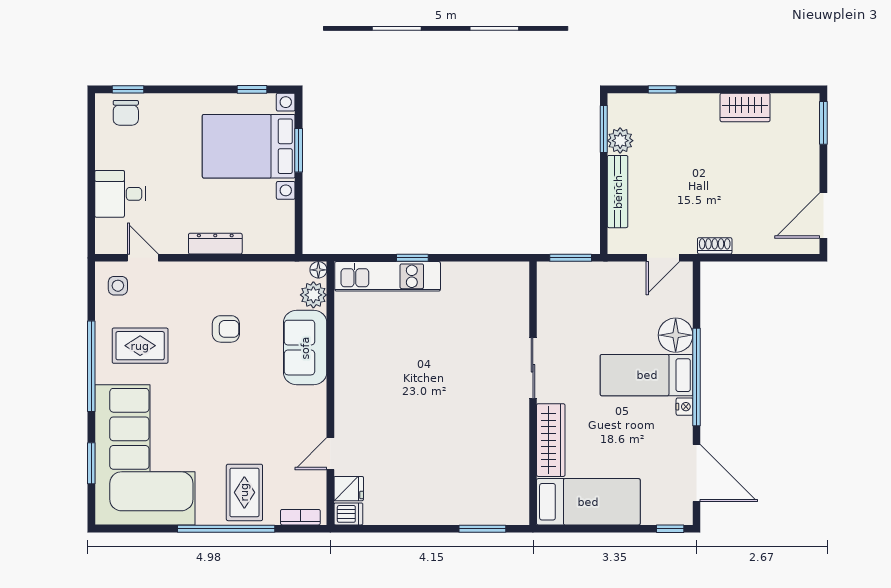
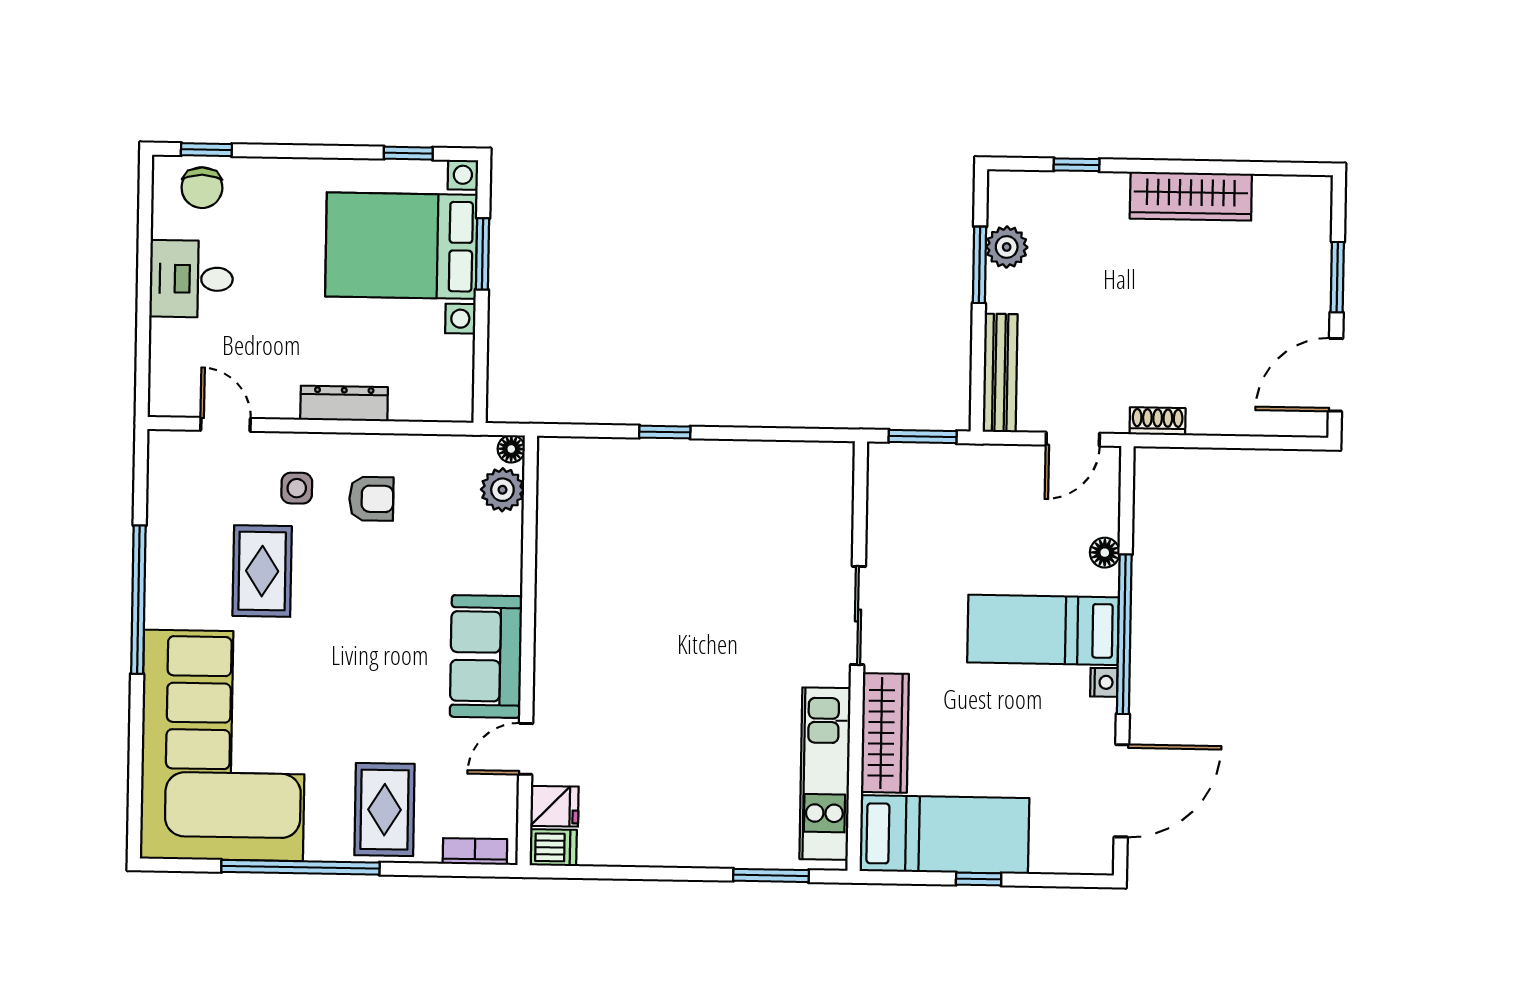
wardrobe: (745, 107) -> (1191, 196), width x1.50
window: (823, 123) -> (1337, 277), moved
window: (604, 129) -> (980, 265), moved
bench: (618, 192) -> (1000, 373), moved
desk: (120, 194) -> (191, 279), moved
kitchen unit: (388, 276) -> (825, 774), moved, turned 90
side table: (118, 286) -> (297, 488), moved
armchair: (226, 329) -> (371, 499), moved
floor lamp: (676, 335) -> (1105, 553), width x0.53, depth x0.53
rug: (140, 346) -> (262, 571), moved, turned 90
sofa: (305, 348) -> (486, 656), moved
window: (91, 463) -> (136, 758), removed
door: (696, 473) -> (1121, 791), hinge flipped
window: (226, 529) -> (300, 867), moved
window: (670, 529) -> (979, 879), moved

